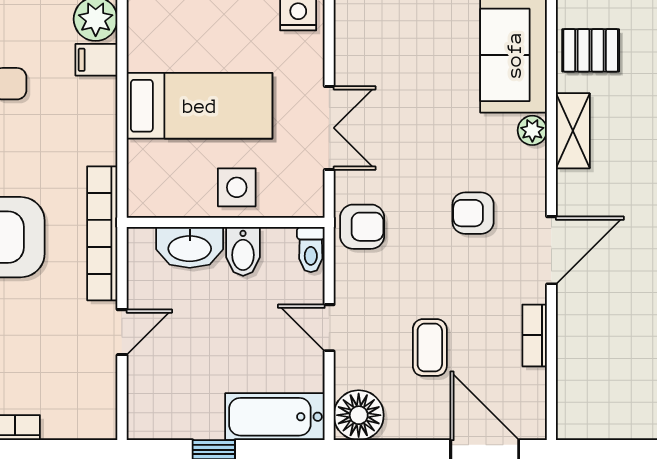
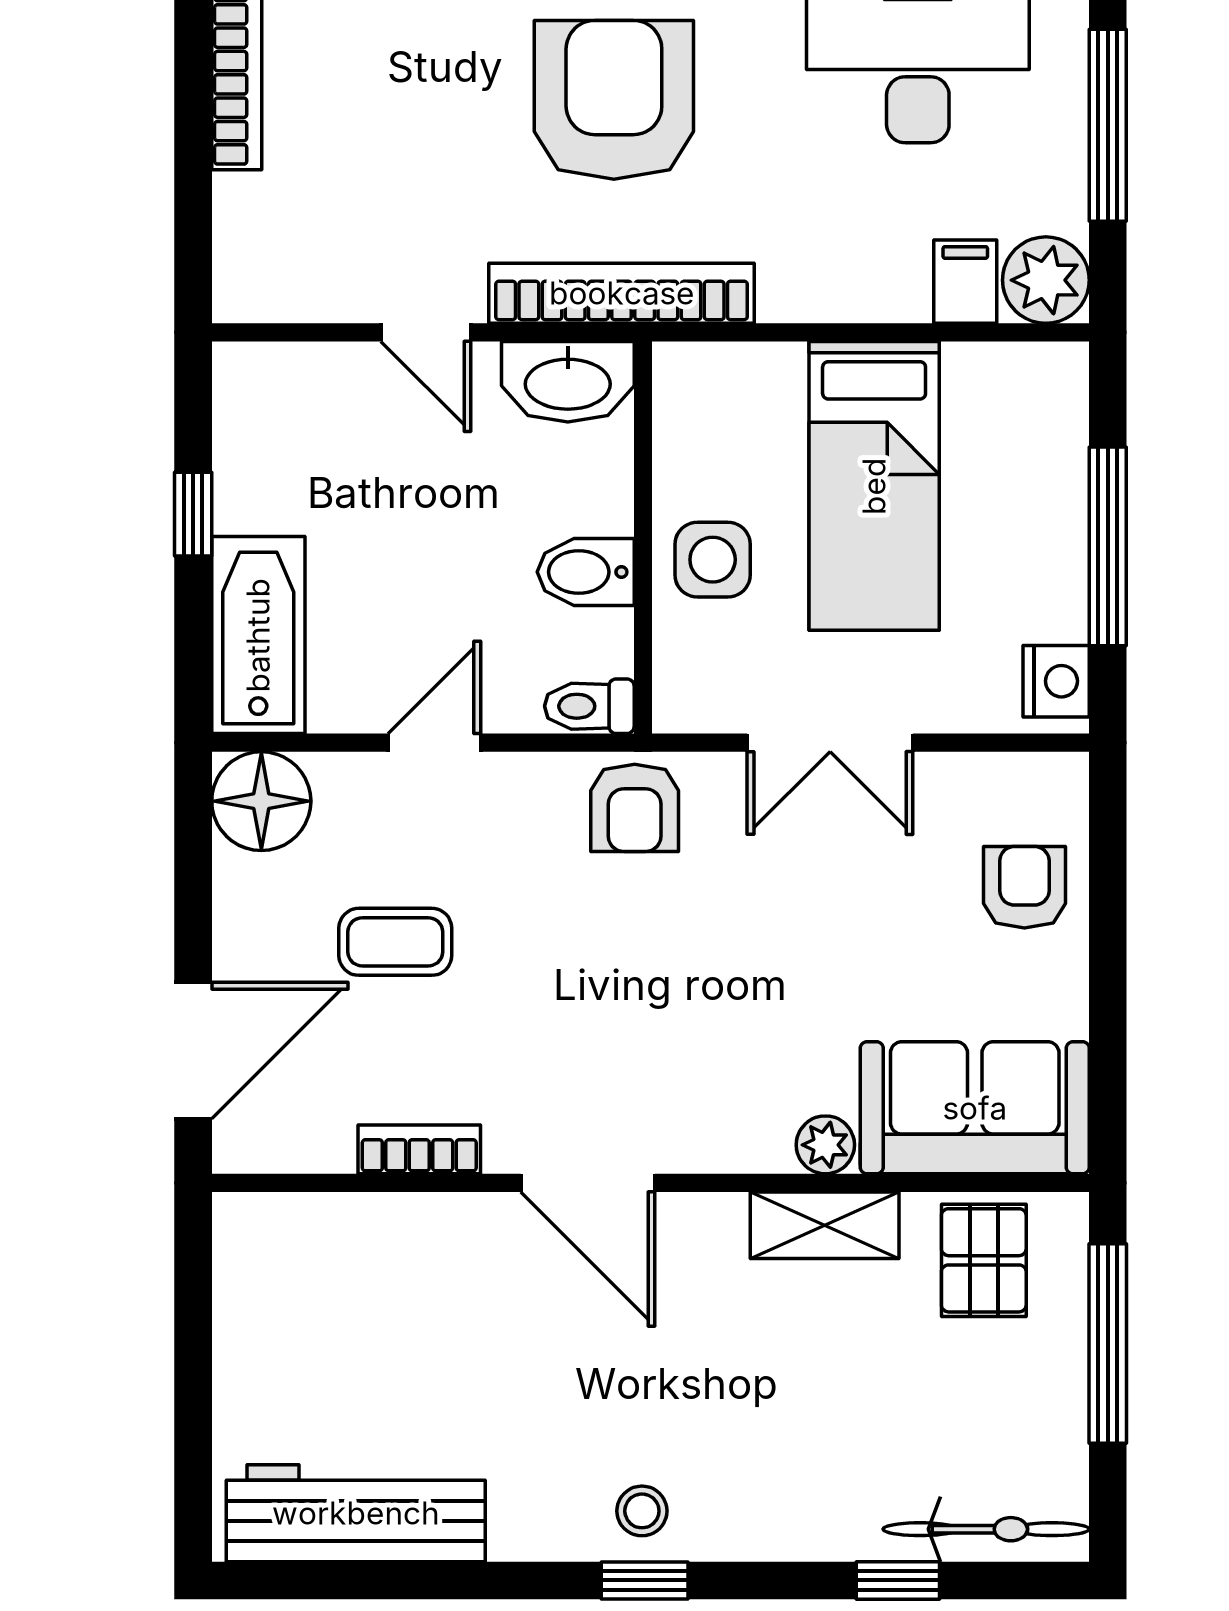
armchair: (473, 213) -> (1024, 887), moved
washbasin: (190, 247) -> (568, 382), moved, turned -90

